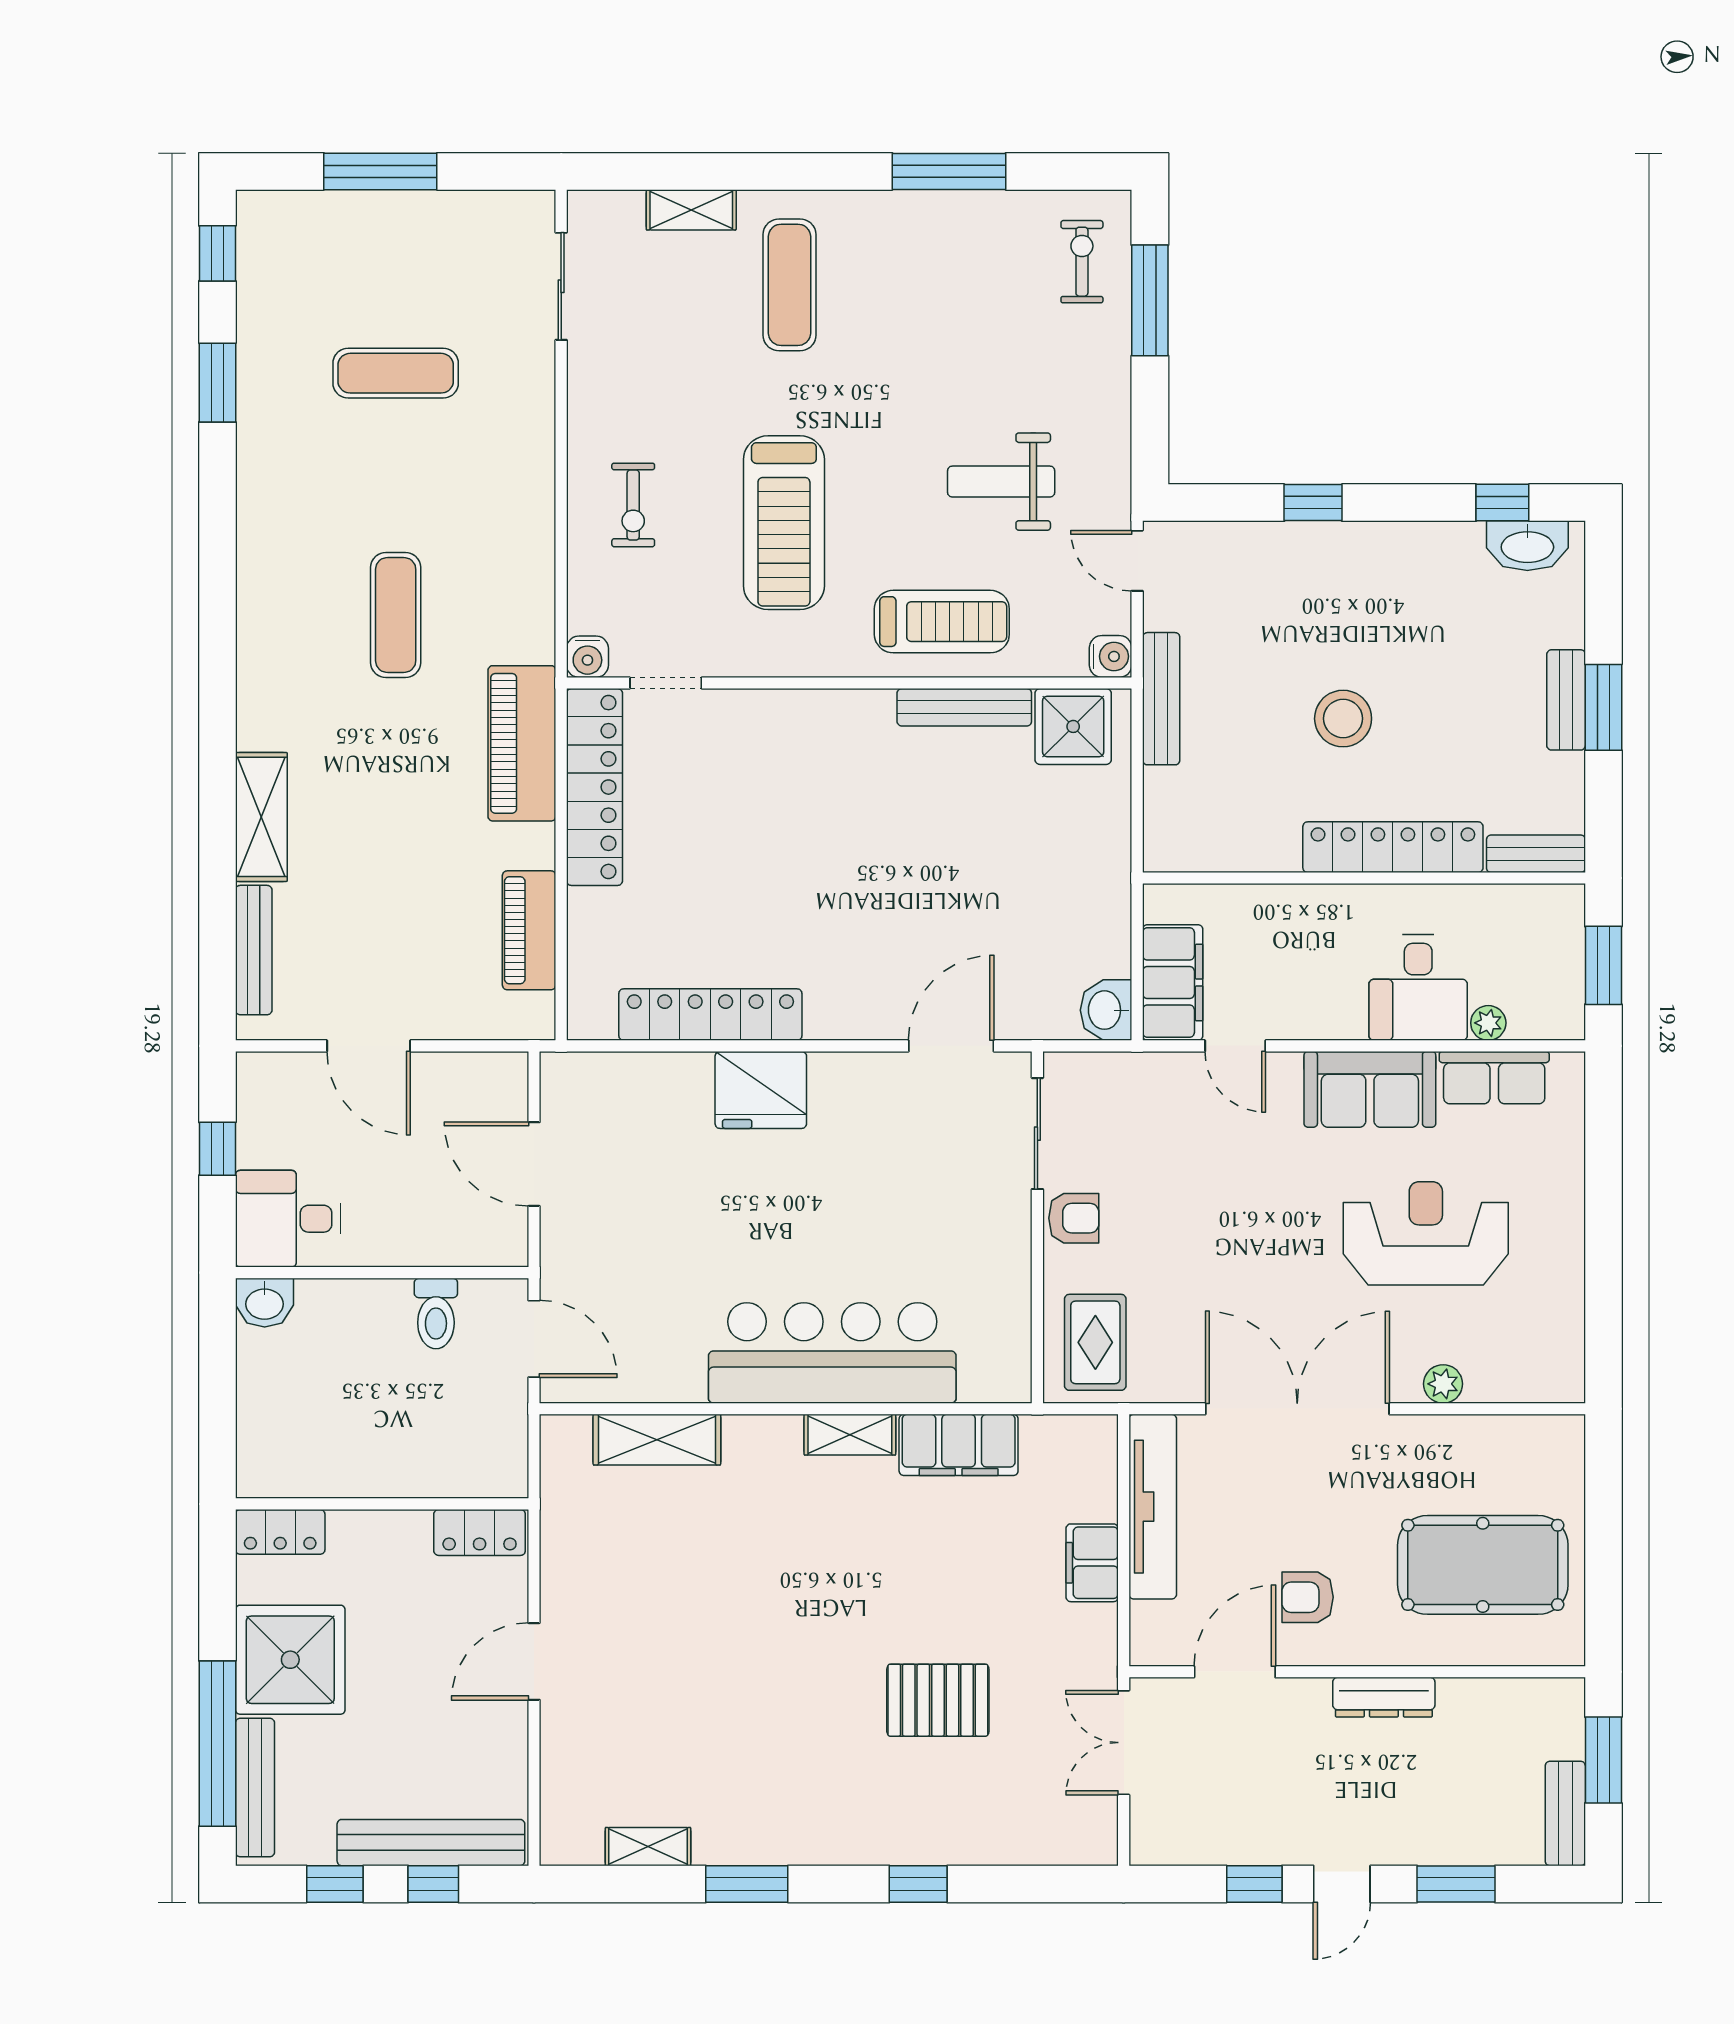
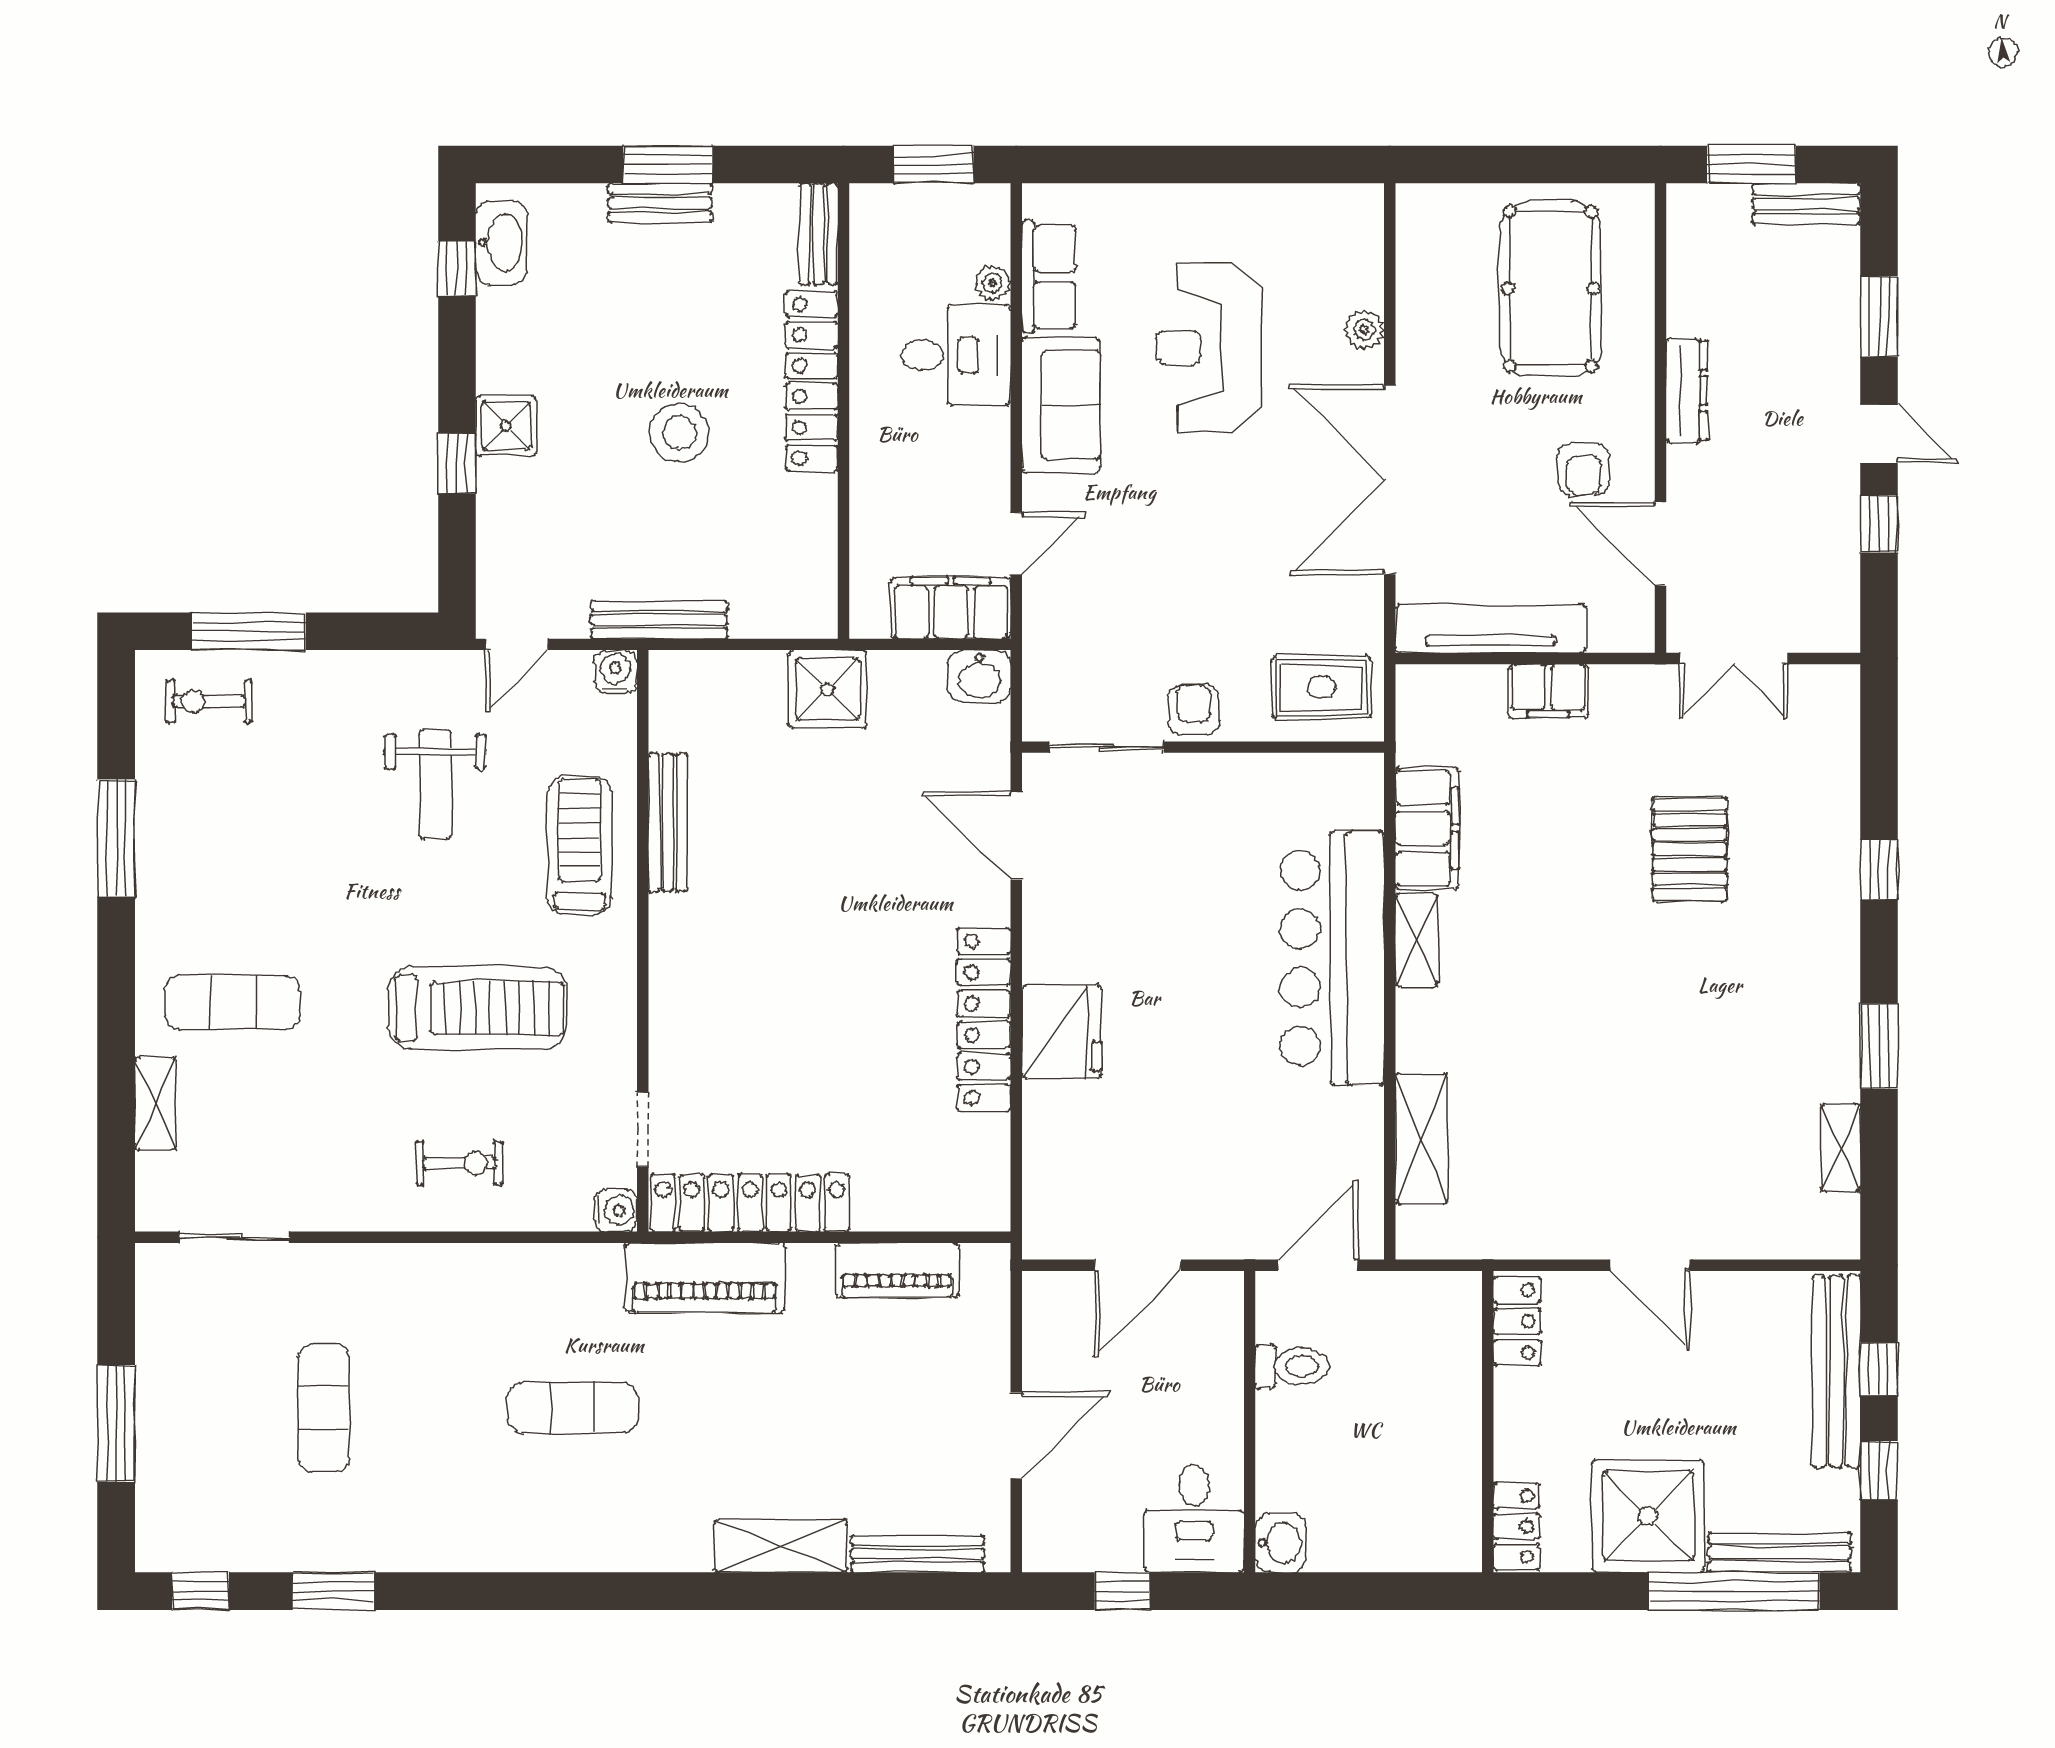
shower: (1349, 550) -> (506, 426), added
shower: (1073, 726) -> (828, 689), moved
locker: (710, 1015) -> (984, 1020), moved

